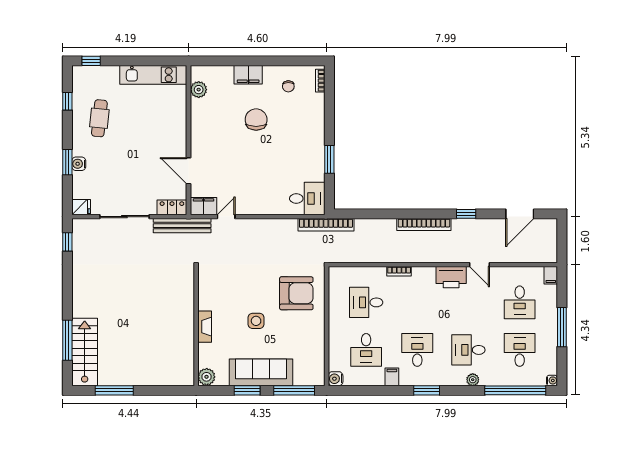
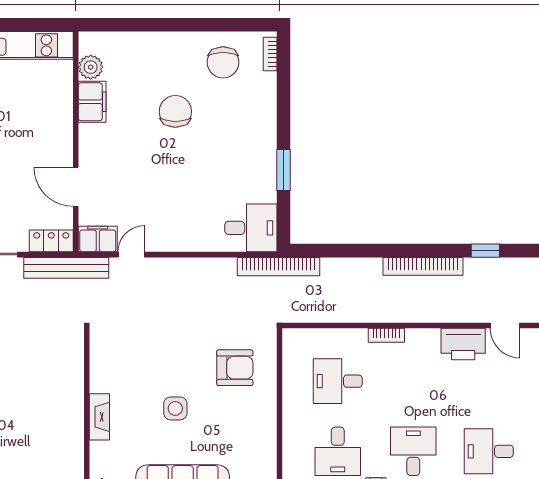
filing cabinet: (248, 75) -> (92, 102), moved, turned -90
chair: (288, 86) -> (223, 62), width x1.87, depth x1.87
armchair: (296, 293) -> (235, 368), width x0.73, depth x0.73

